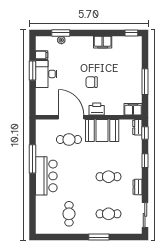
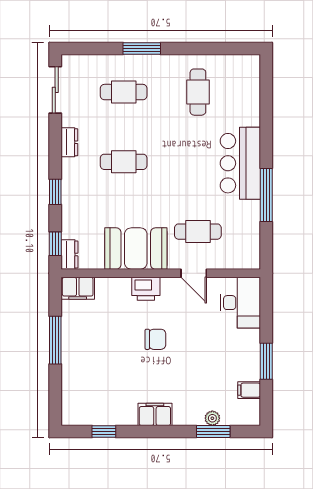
window: (131, 33) -> (104, 432), moved
filing cabinet: (103, 42) -> (155, 414), moved
desk: (46, 74) -> (240, 303), moved
door: (71, 117) -> (194, 273), width x0.53

